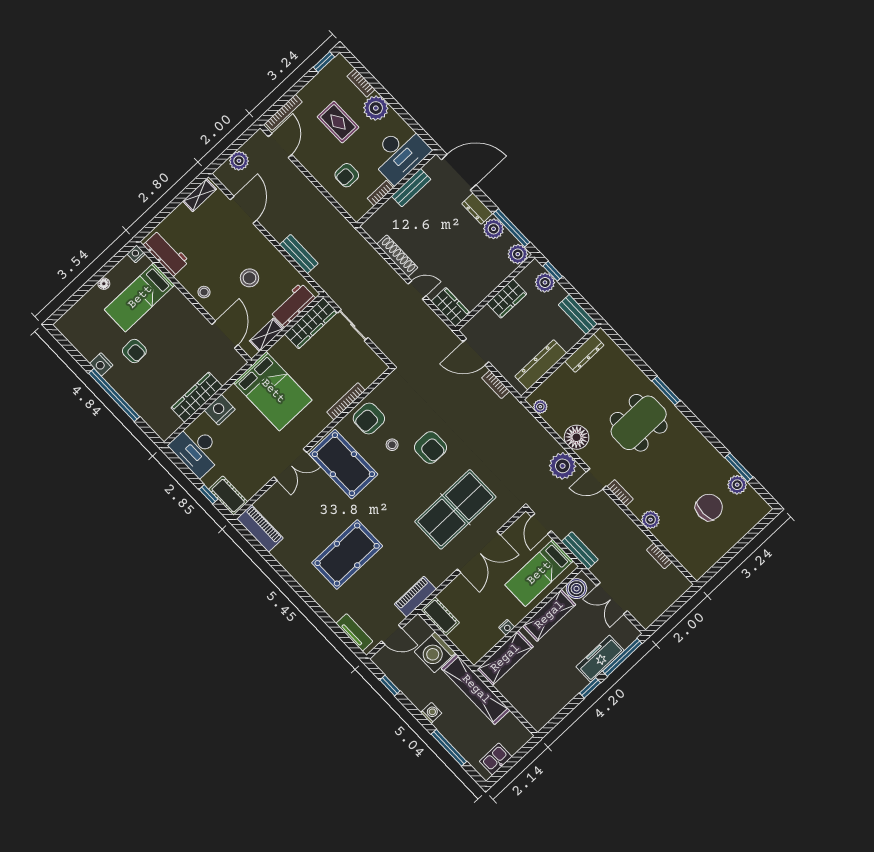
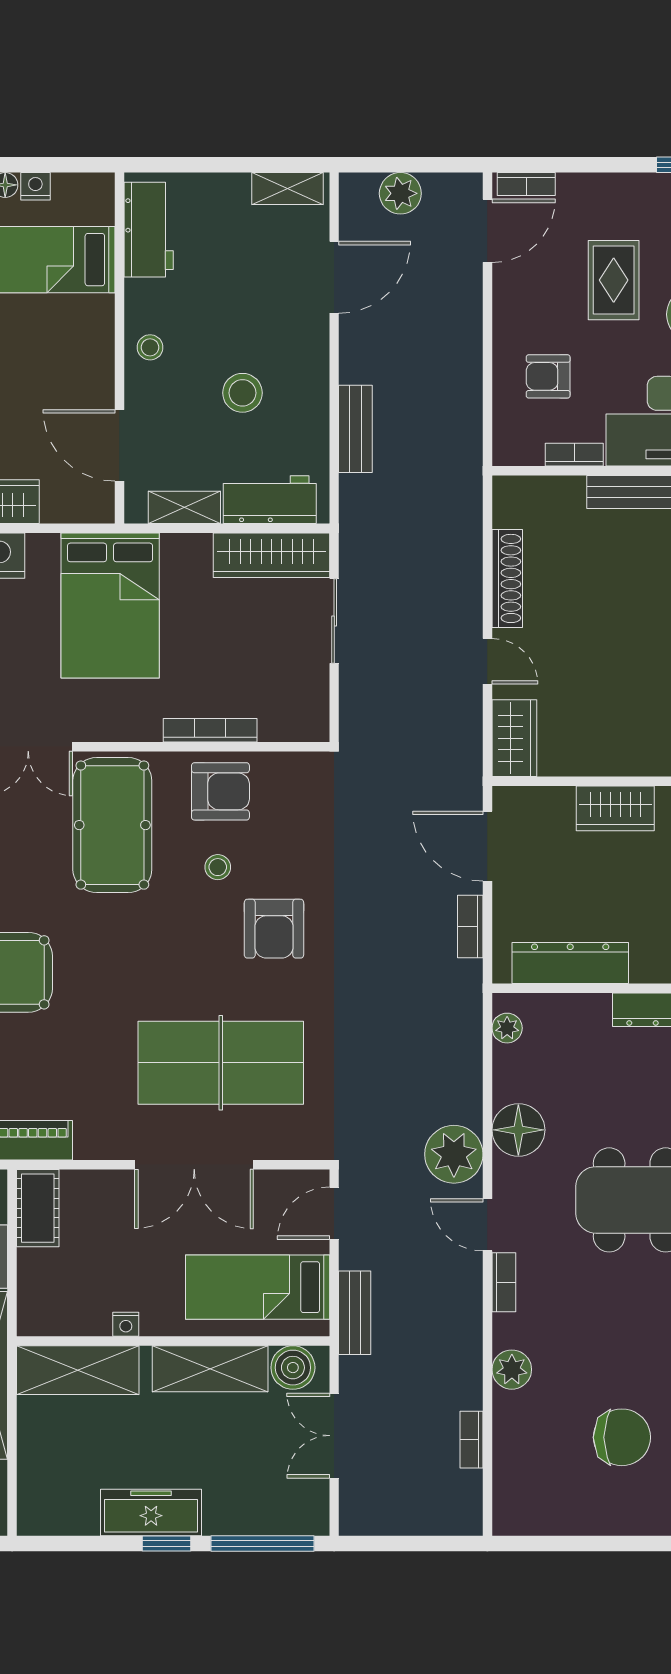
bookcase: (284, 112) -> (526, 184), width x0.64
nightstand: (136, 254) -> (35, 186), moved
door: (225, 335) -> (119, 445), swing flipped
armchair: (369, 418) -> (220, 791), turned 180
freezer: (600, 659) -> (151, 1512), moved

